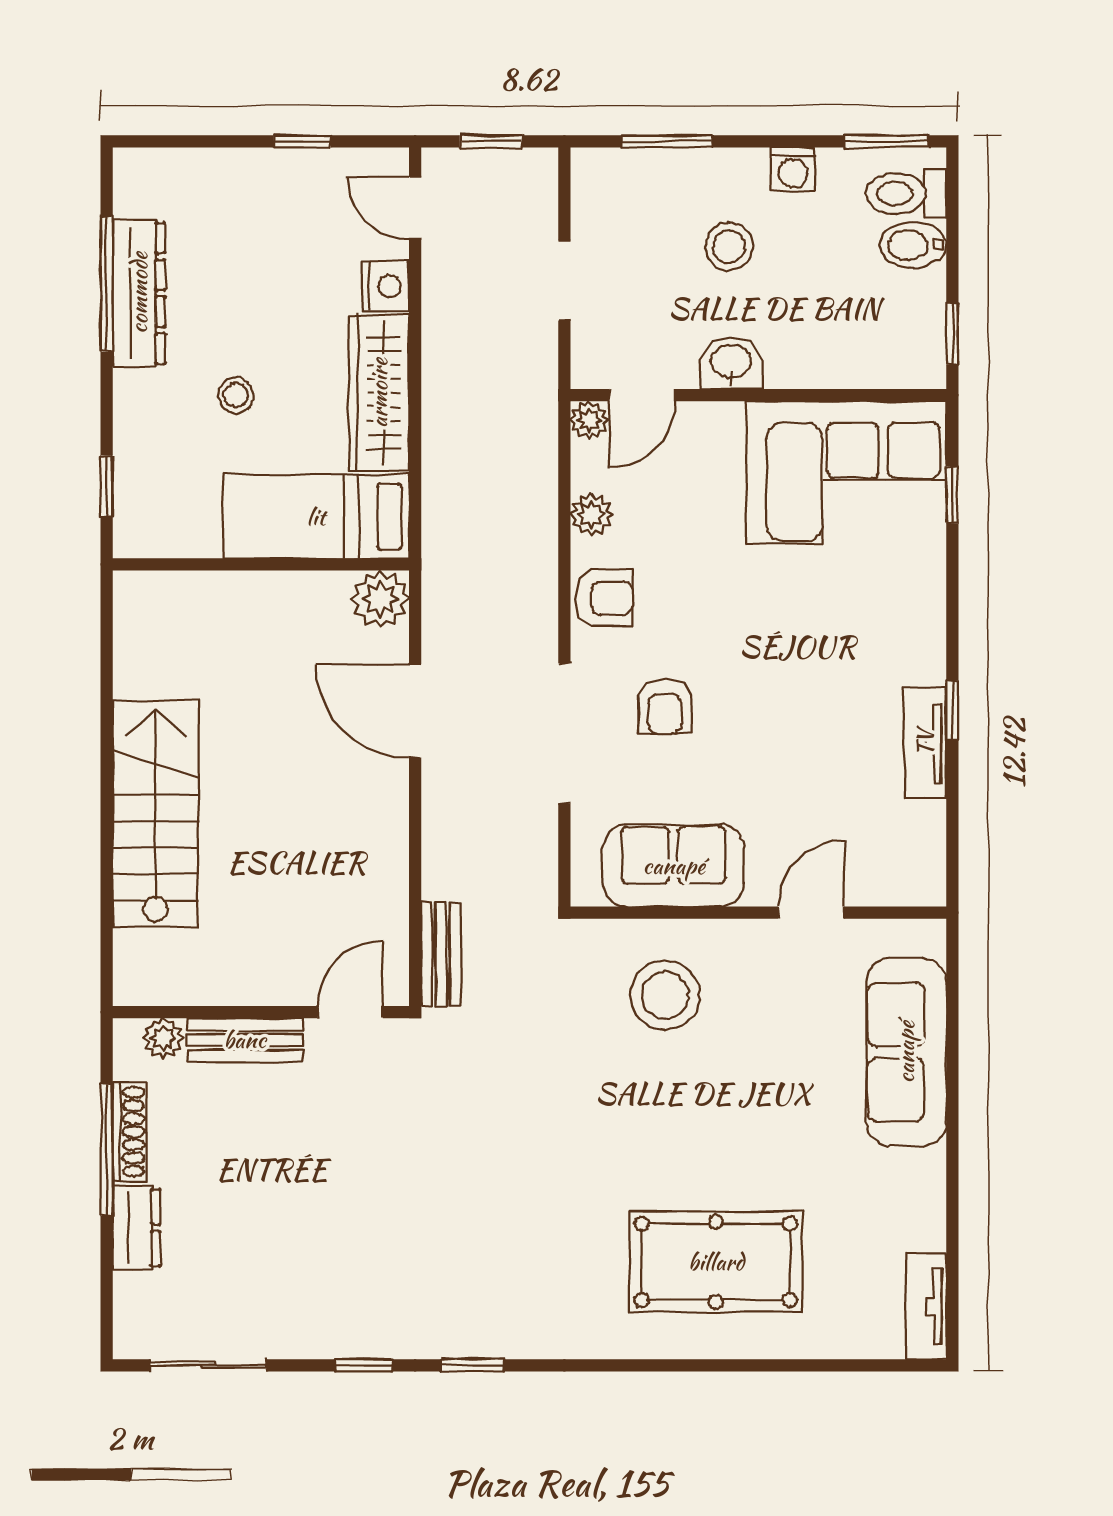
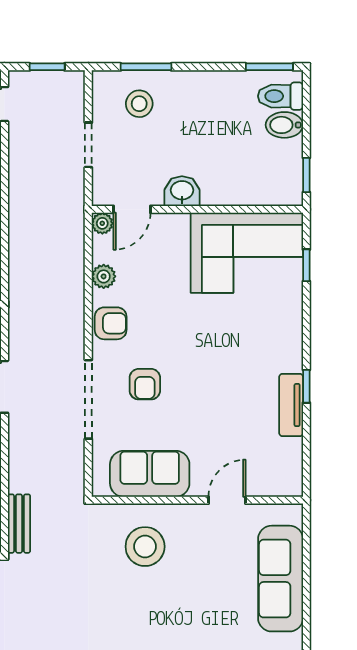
washing machine: (793, 170) -> (217, 83), removed
stool: (729, 247) -> (139, 104), moved

